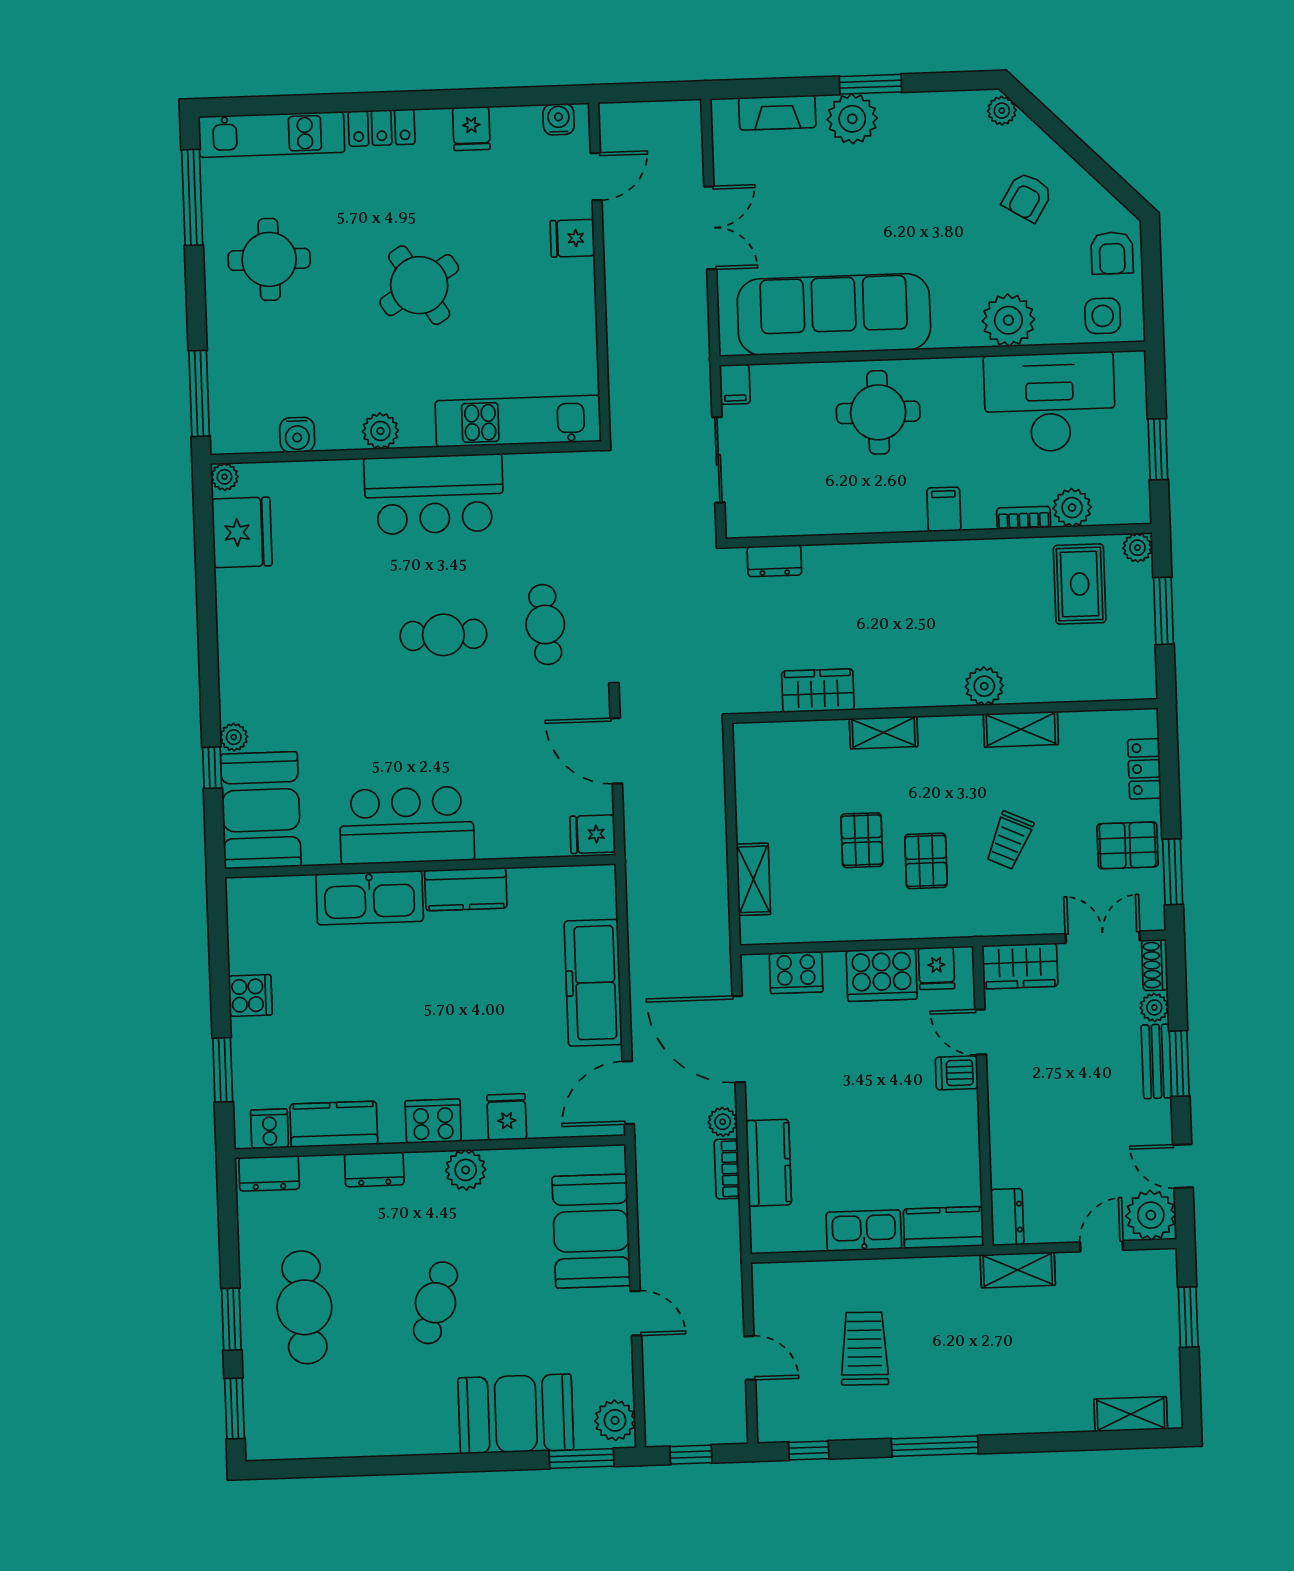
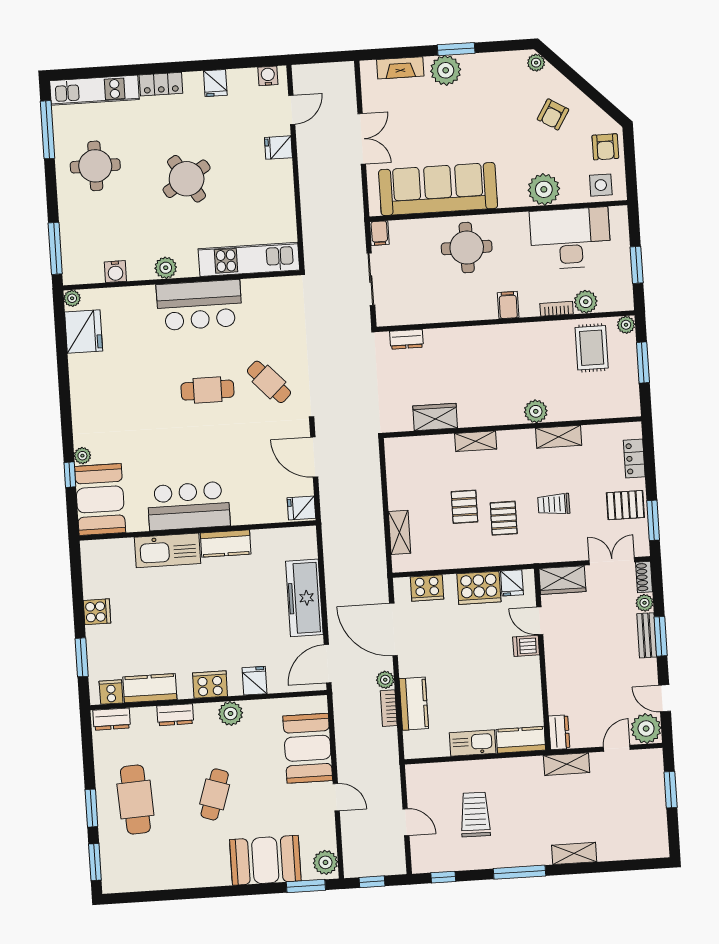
cafe table: (545, 624) -> (269, 382), turned -39
trolley: (1009, 840) -> (554, 504), turned 66
shelving: (1131, 1414) -> (574, 853), moved

